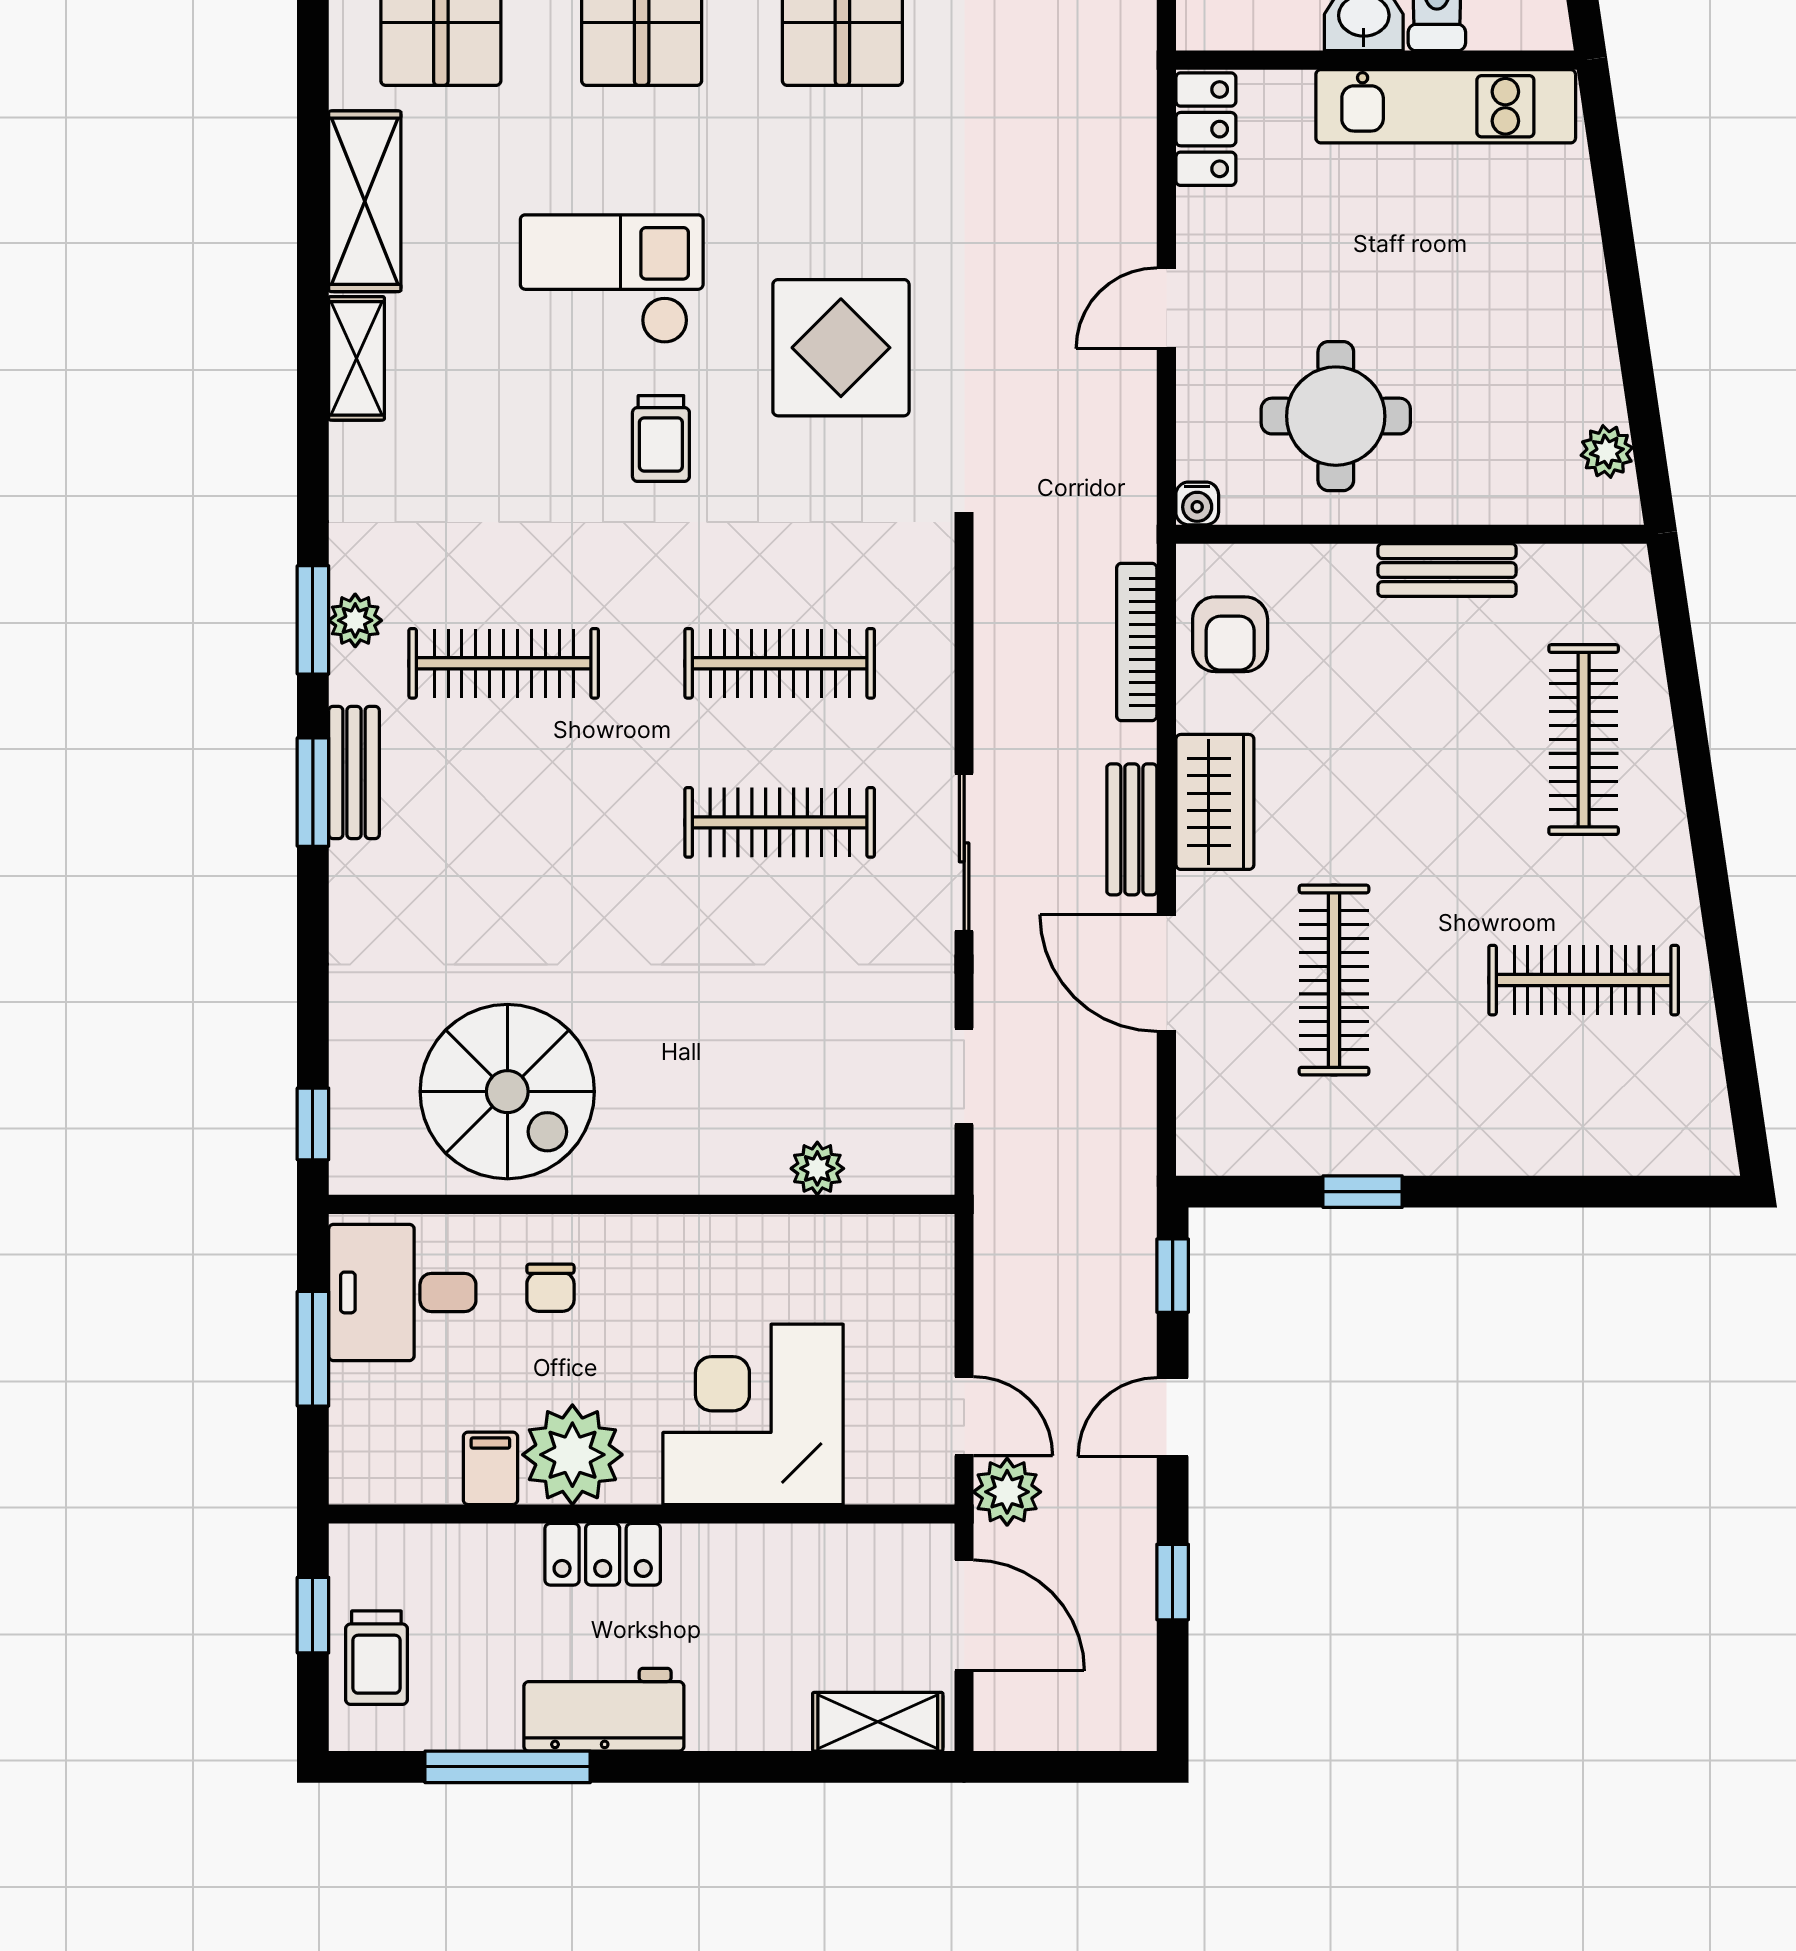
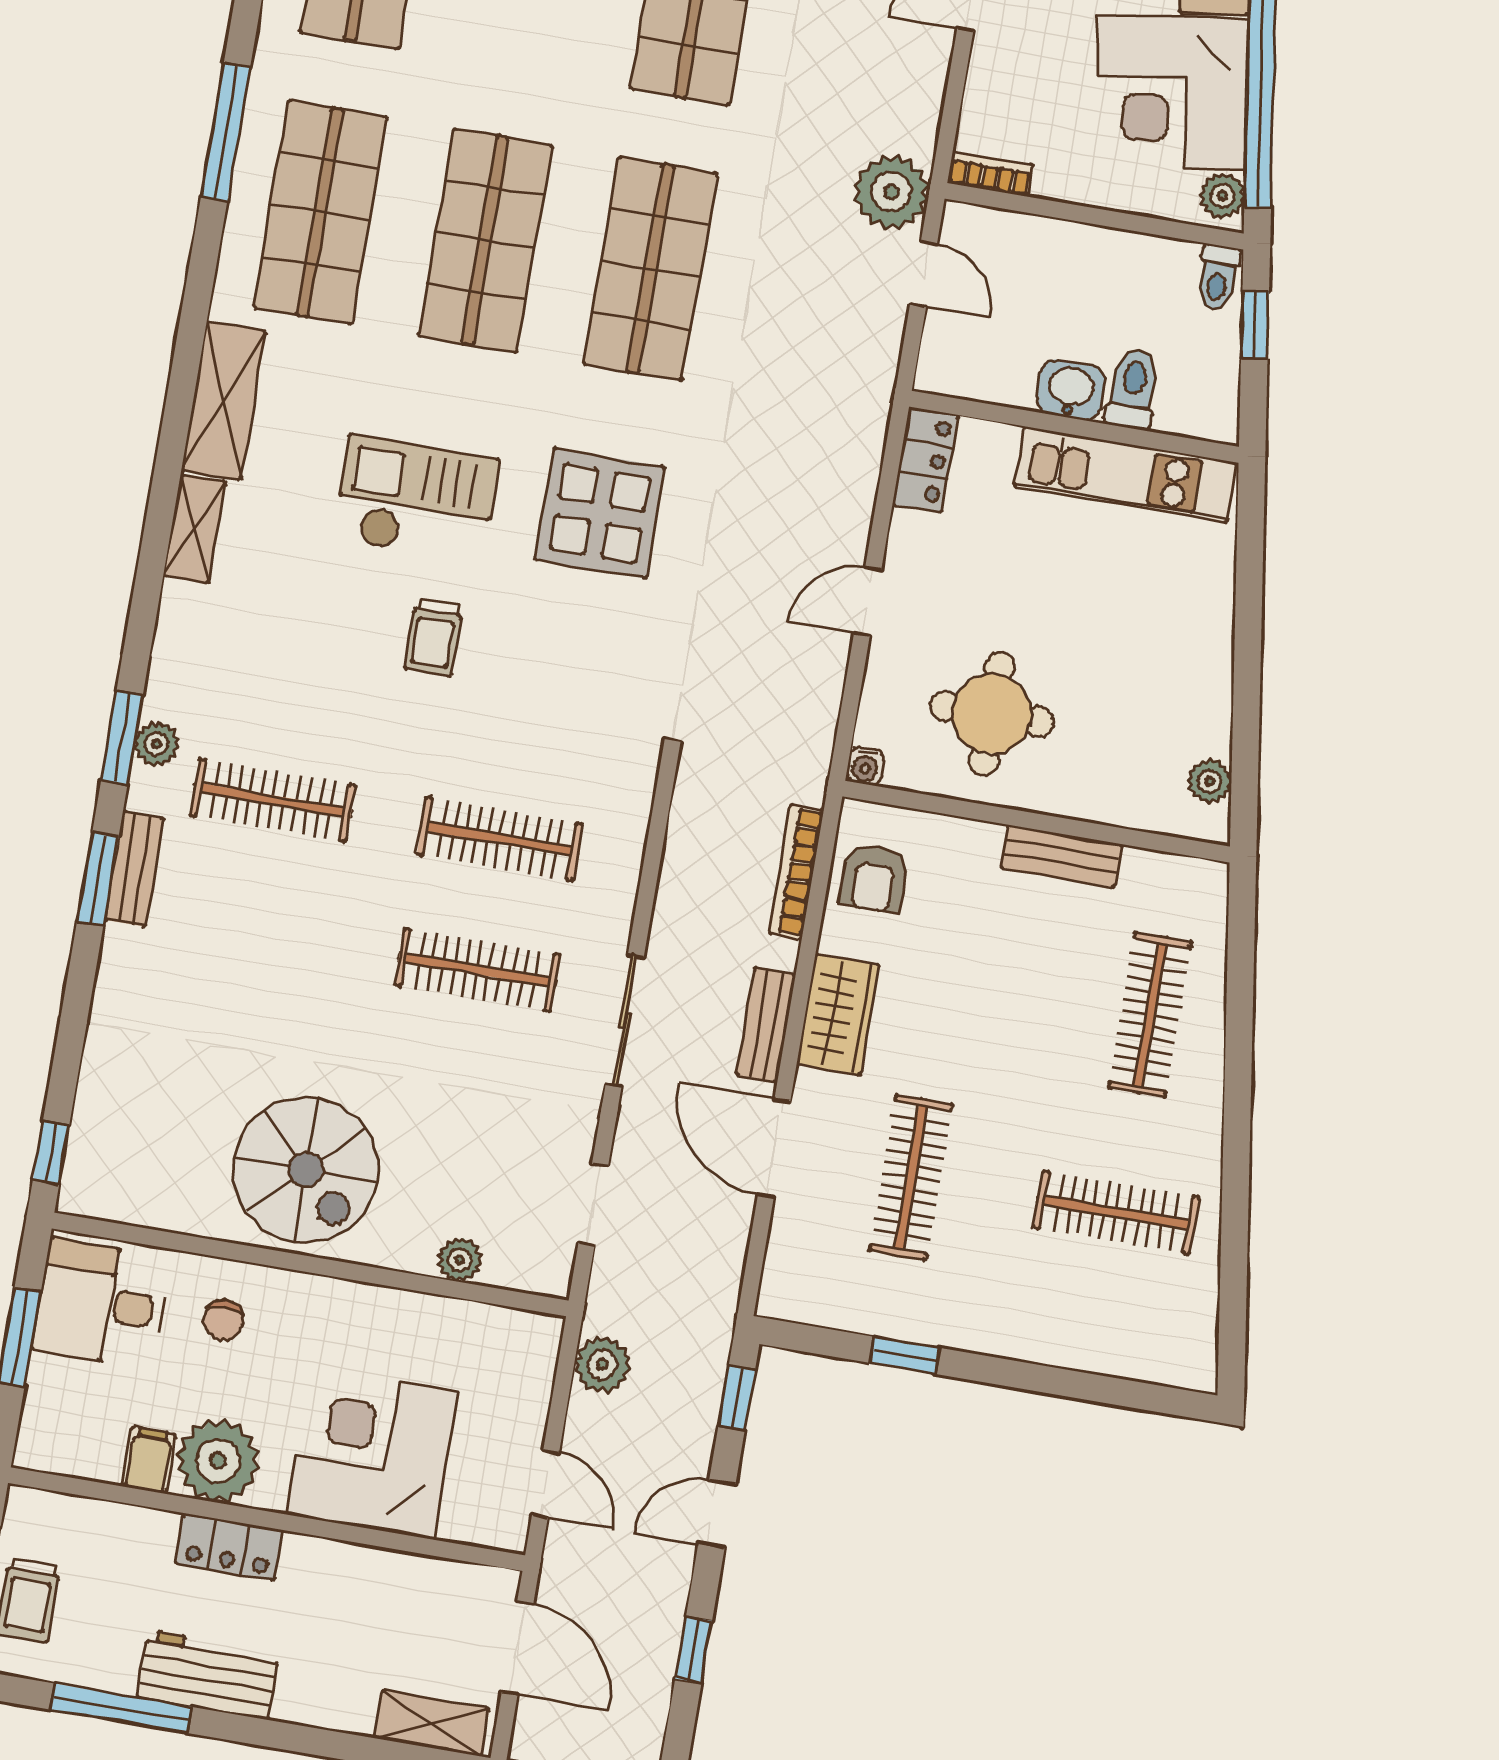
display table: (841, 348) -> (600, 513), moved
spiral stairs: (507, 1092) -> (306, 1170), moved
plant: (1007, 1492) -> (602, 1365), moved

